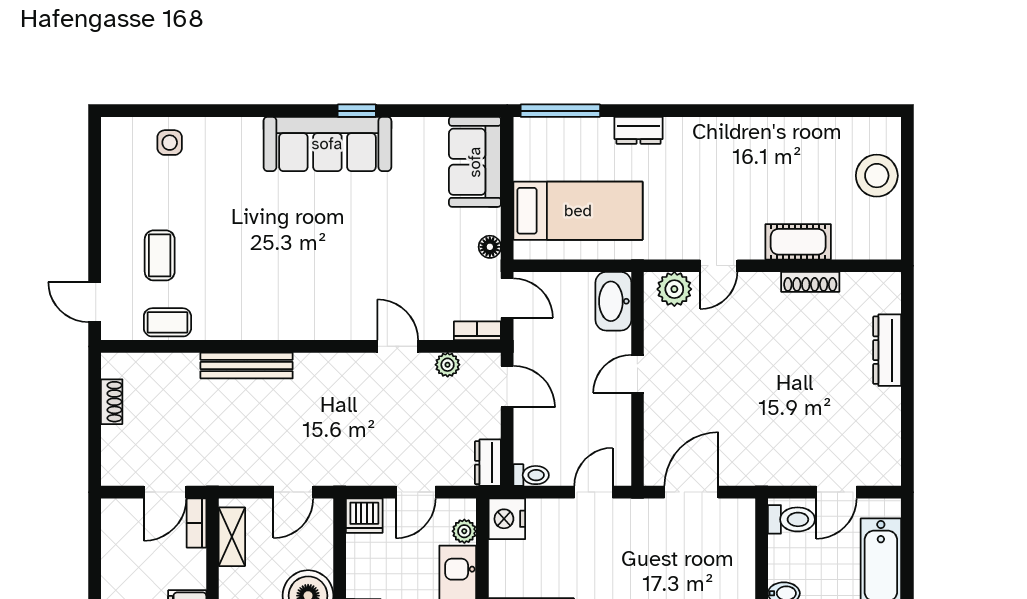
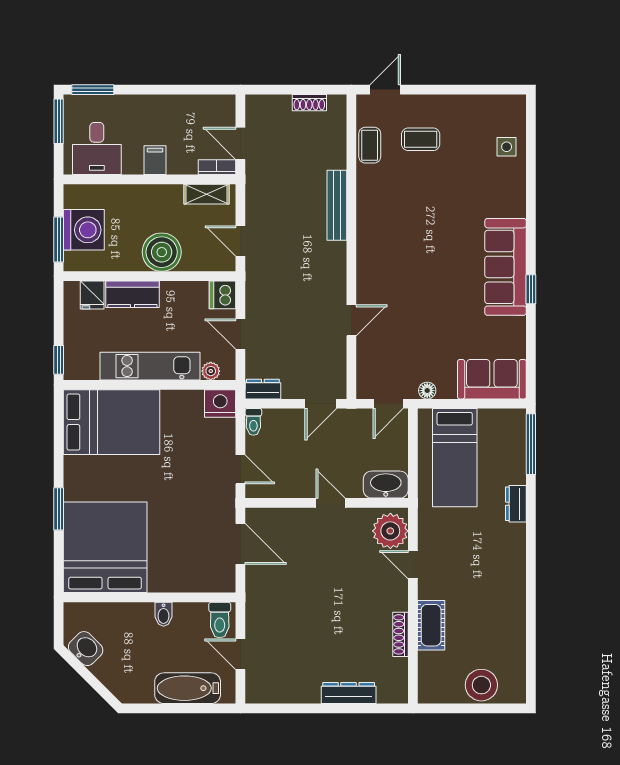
plant: (674, 289) -> (390, 531), width x1.36, depth x1.36
bookcase: (477, 331) -> (363, 381), removed
plant: (448, 365) -> (337, 358), removed

